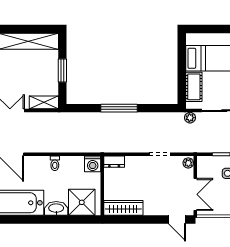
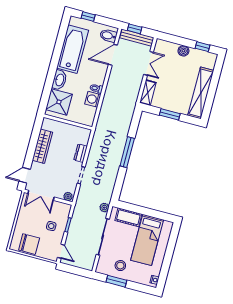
dresser: (114, 162) -> (81, 153), moved
washing machine: (93, 164) -> (93, 99), moved
wardrobe: (123, 208) -> (42, 146), moved

